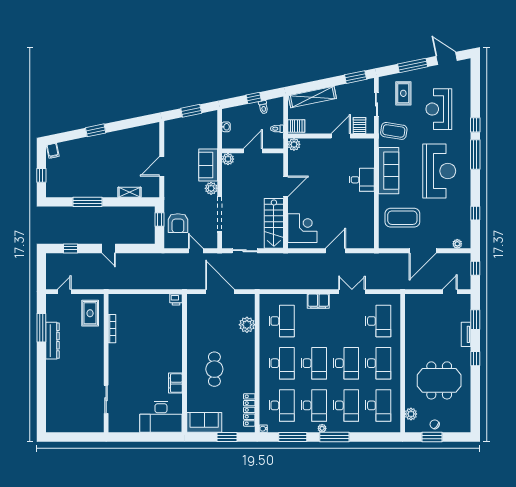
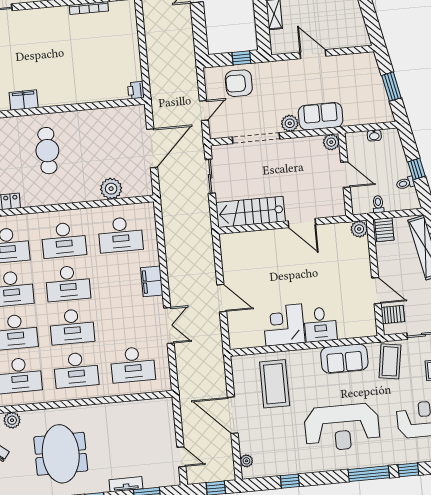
sofa: (389, 171) -> (344, 359), width x0.73
corner desk: (302, 228) -> (284, 325), moved, turned 180
cafe table: (214, 369) -> (47, 151), turned 90

